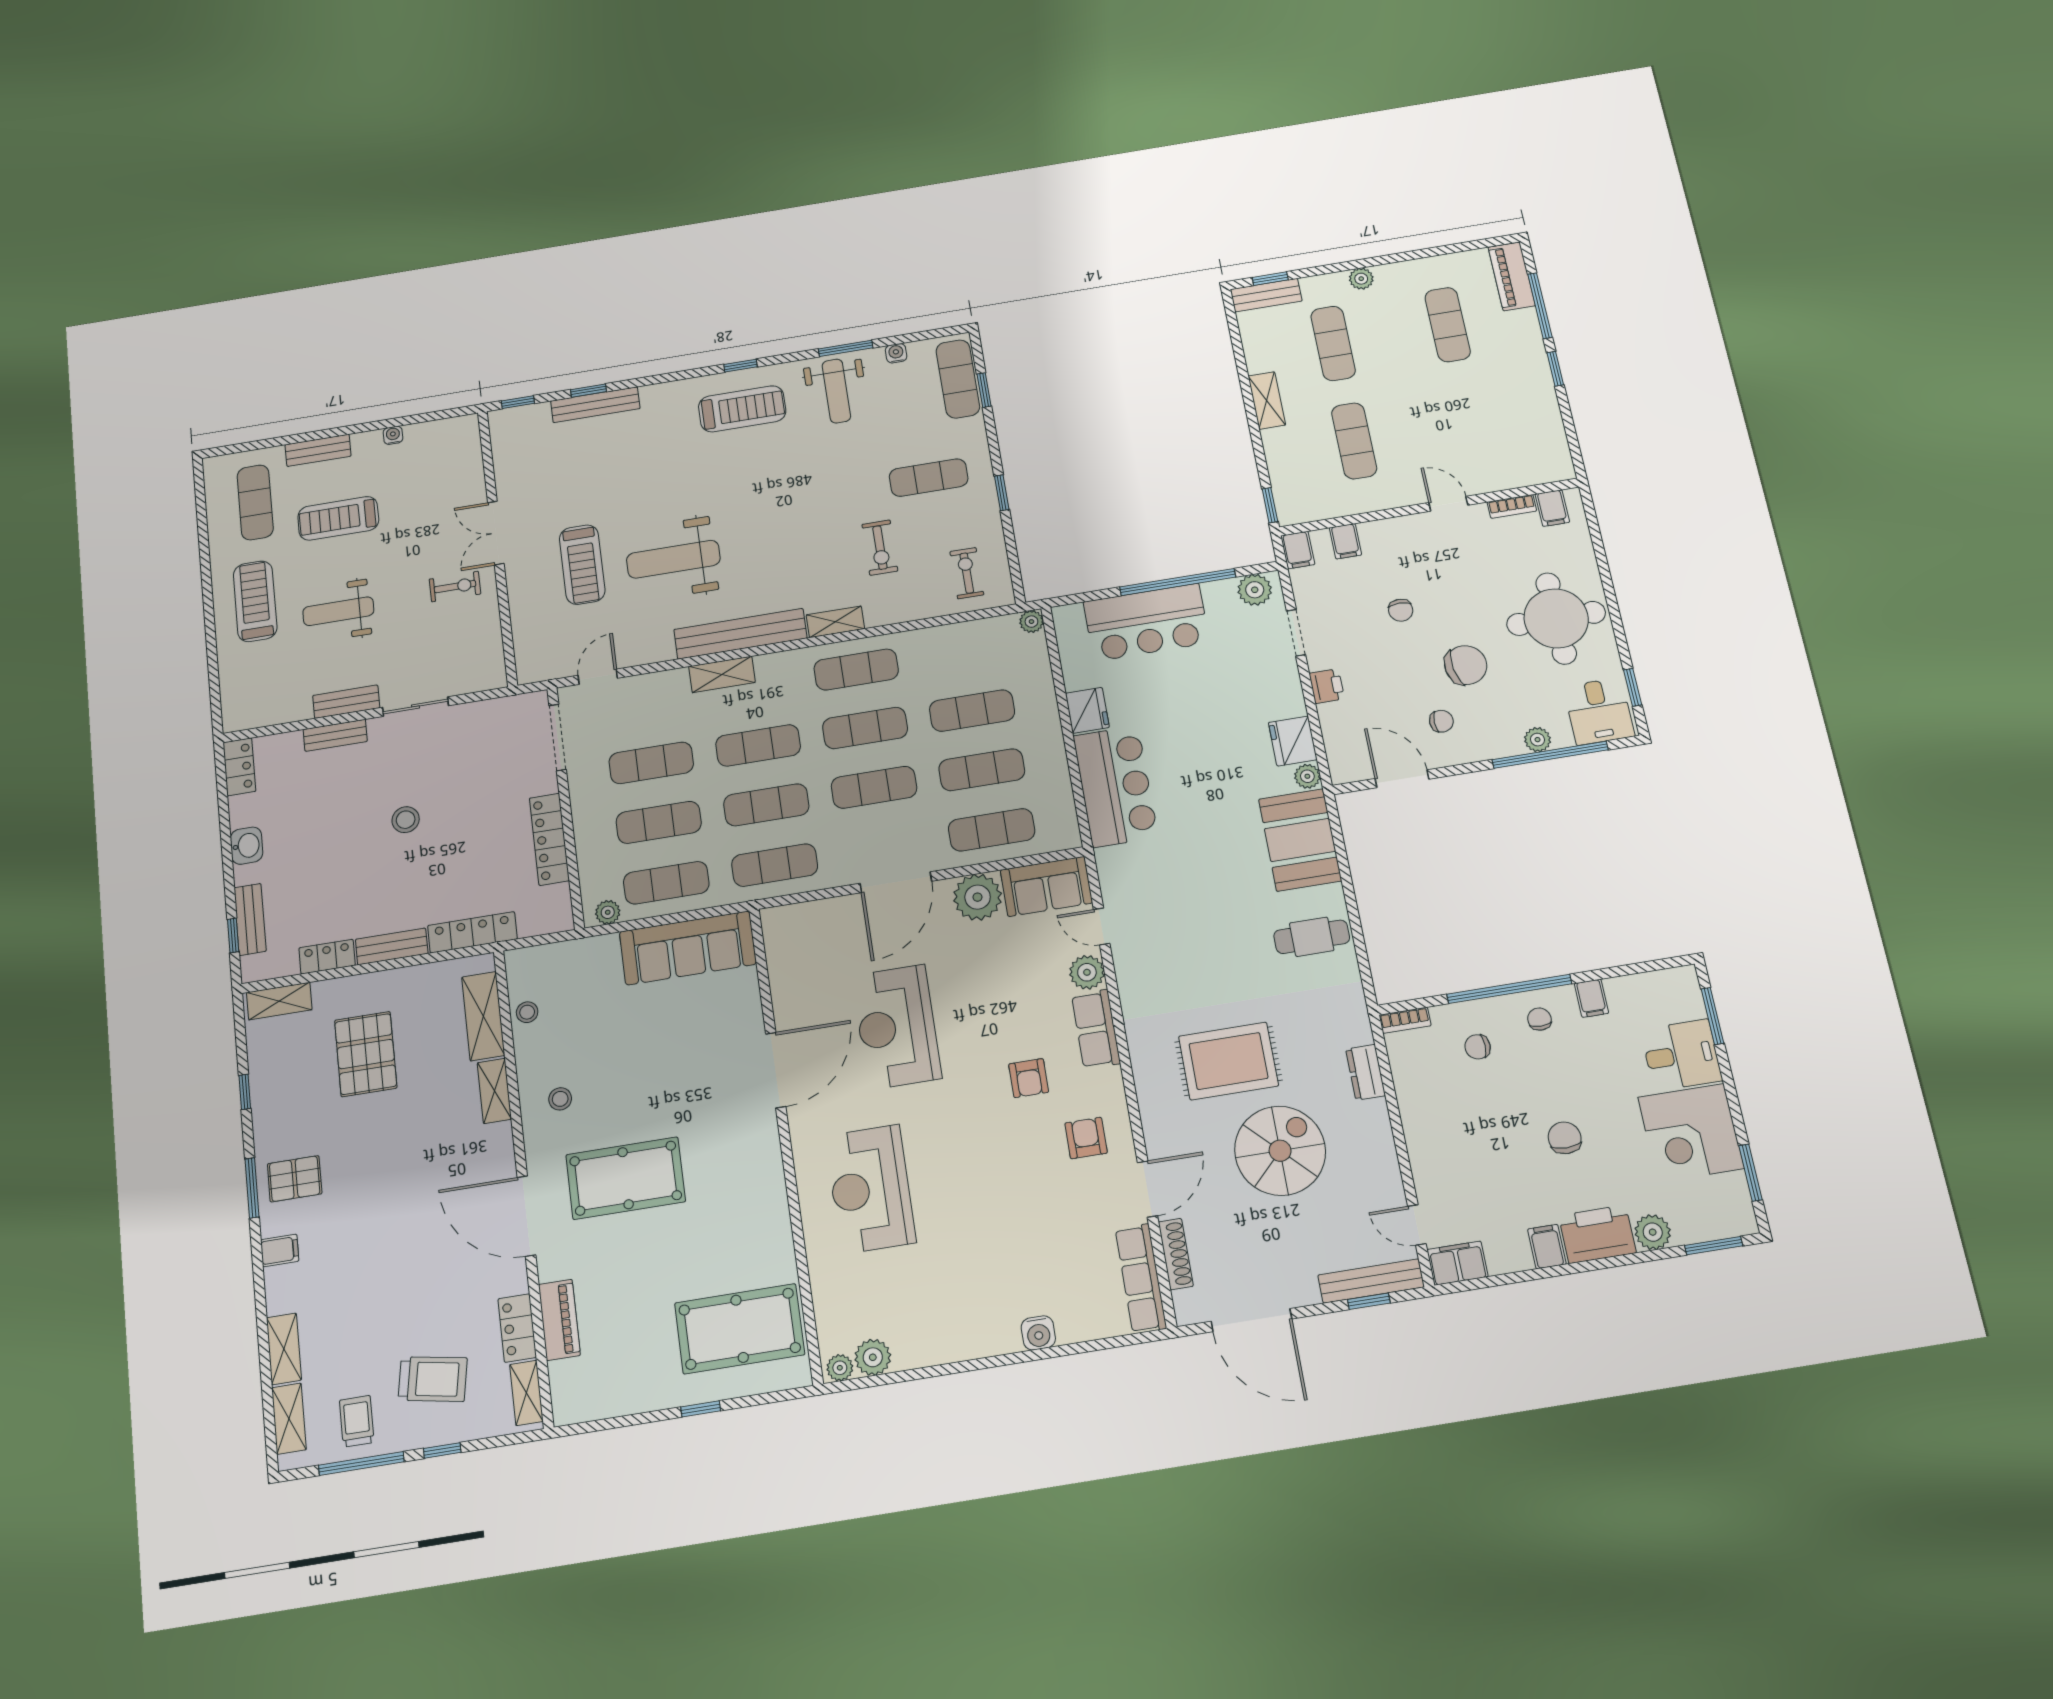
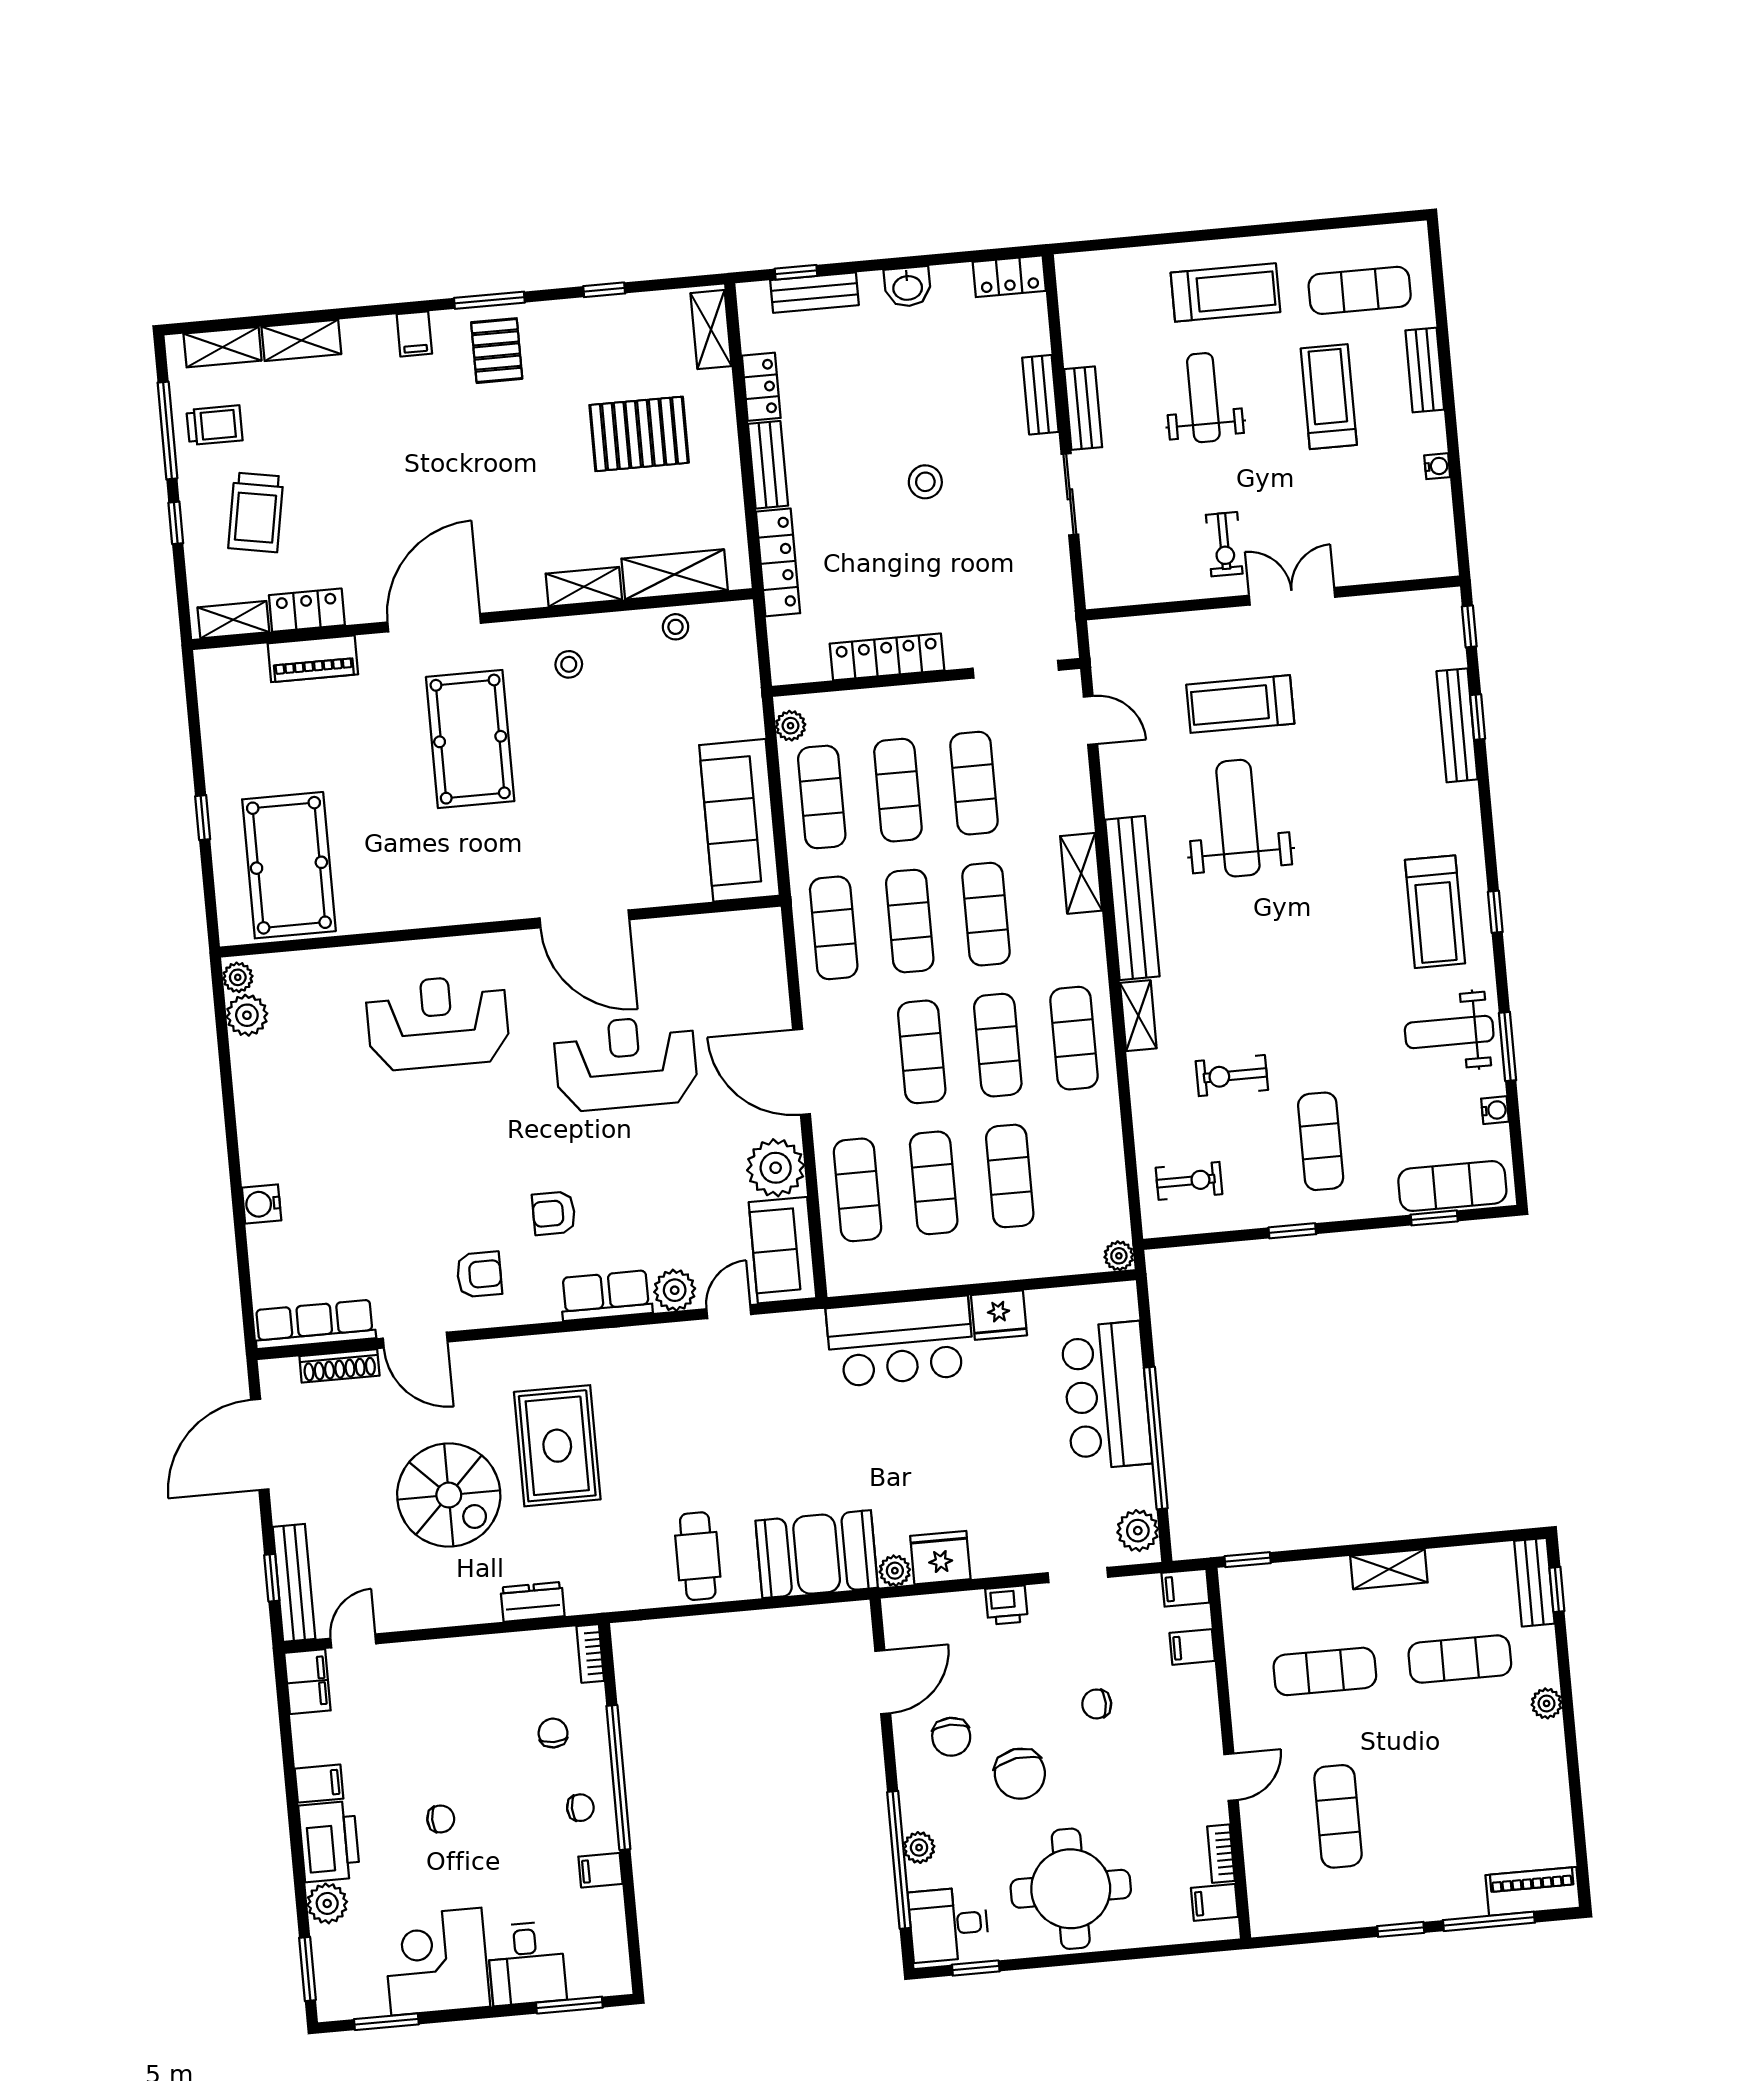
exercise mat: (1448, 325) -> (1338, 1816), moved, turned 90
chair: (1441, 721) -> (951, 1737), width x1.37, depth x1.37
chair: (1565, 1138) -> (441, 1819), width x0.73, depth x0.73

